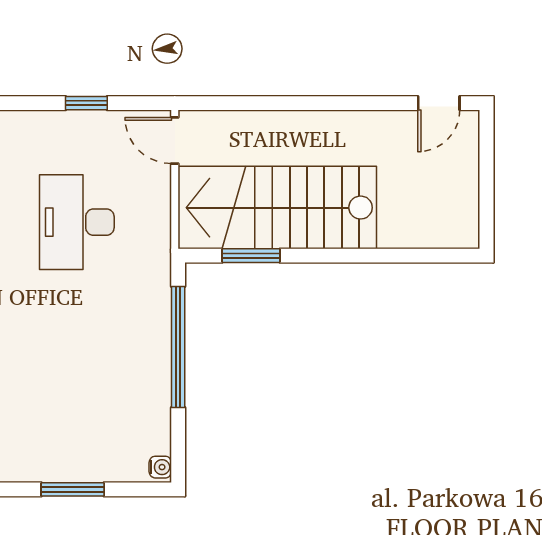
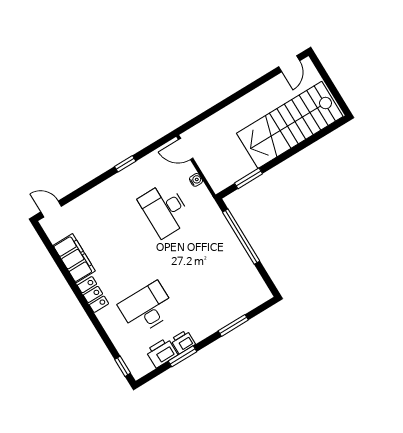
window: (86, 103) -> (125, 164), moved
stairs: (277, 208) -> (290, 125), moved
water cooler: (160, 467) -> (196, 180), moved

